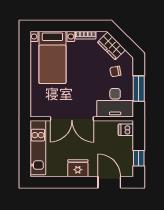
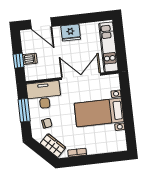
bed with nightstands: (52, 57) -> (99, 112), moved, turned -90
dishwasher: (126, 130) -> (30, 59), moved
window: (139, 158) -> (19, 61), moved

